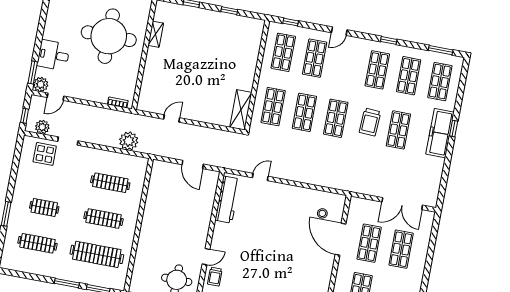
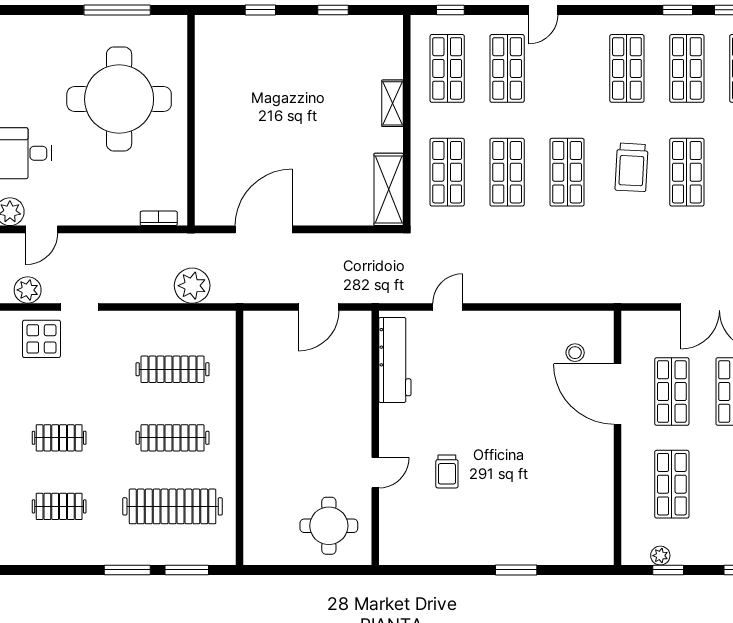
shelving: (156, 34) -> (393, 103), moved
window: (389, 40) -> (678, 10), moved
door: (172, 118) -> (264, 229), width x1.88
door: (193, 164) -> (319, 307), hinge flipped
clothes rail: (38, 243) -> (59, 506), width x0.73
trolley: (215, 277) -> (447, 471), moved

